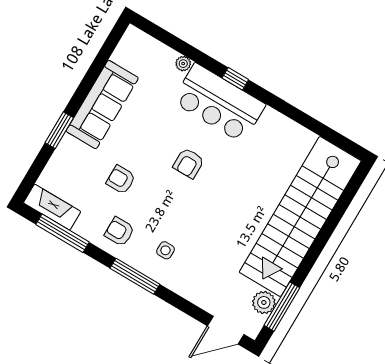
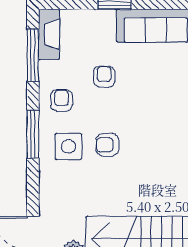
armchair: (189, 163) -> (107, 145), moved
side table: (165, 250) -> (68, 146), width x1.87, depth x1.87

